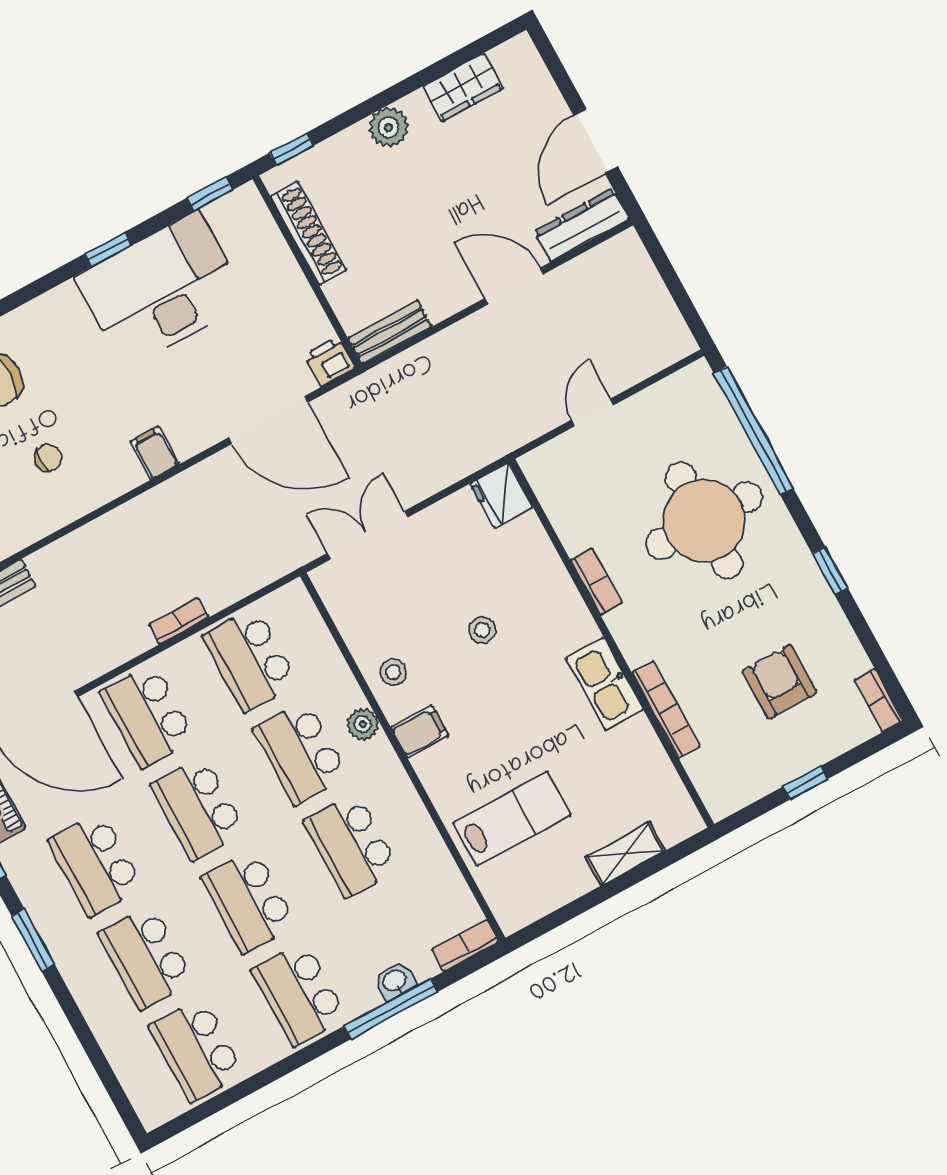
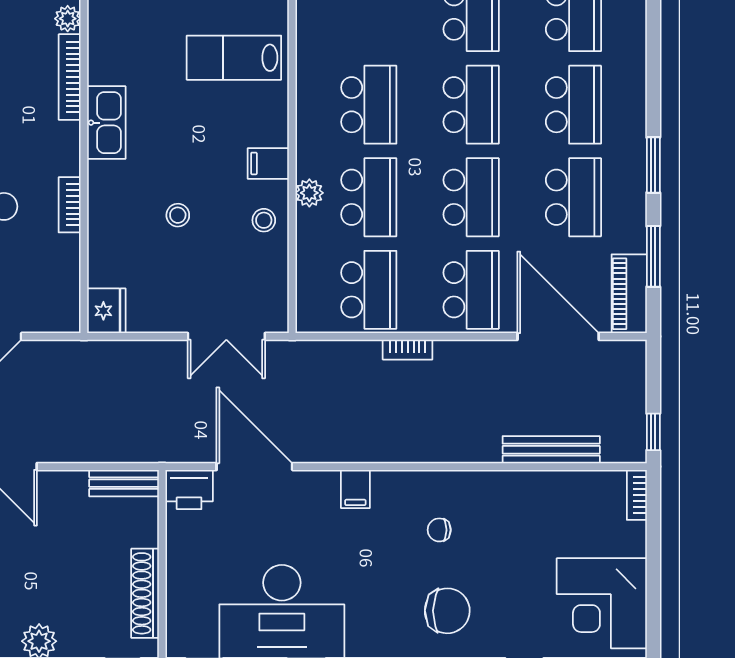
printer: (329, 362) -> (189, 490), width x1.36, depth x1.24
plant: (700, 767) -> (68, 19), added

